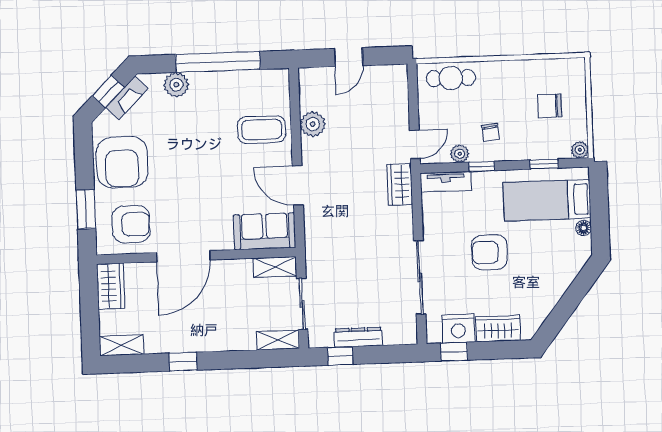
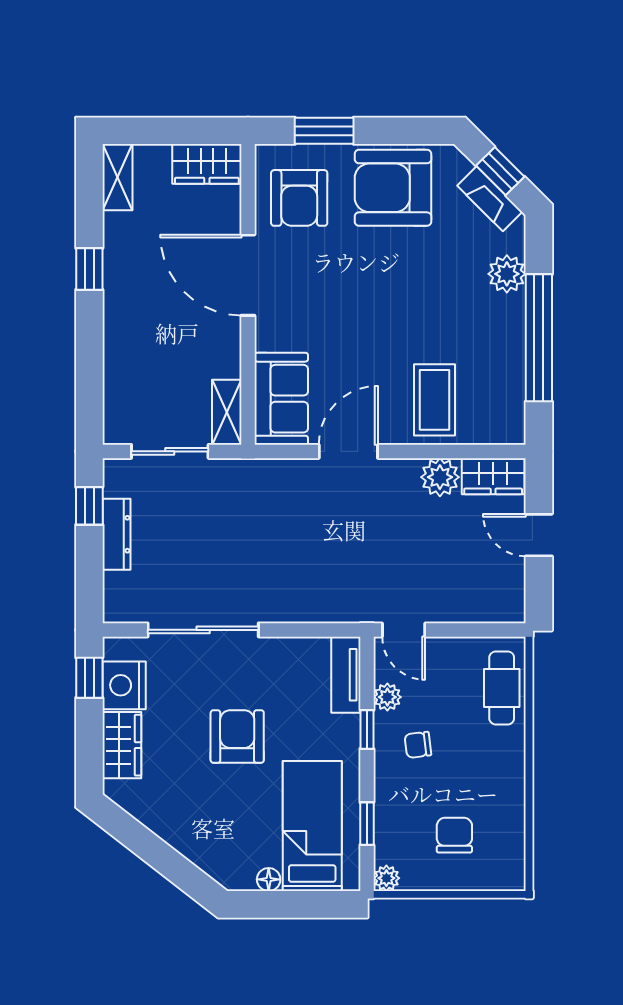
wardrobe: (400, 185) -> (493, 476), moved, turned 180
shelving: (278, 340) -> (117, 413), removed

